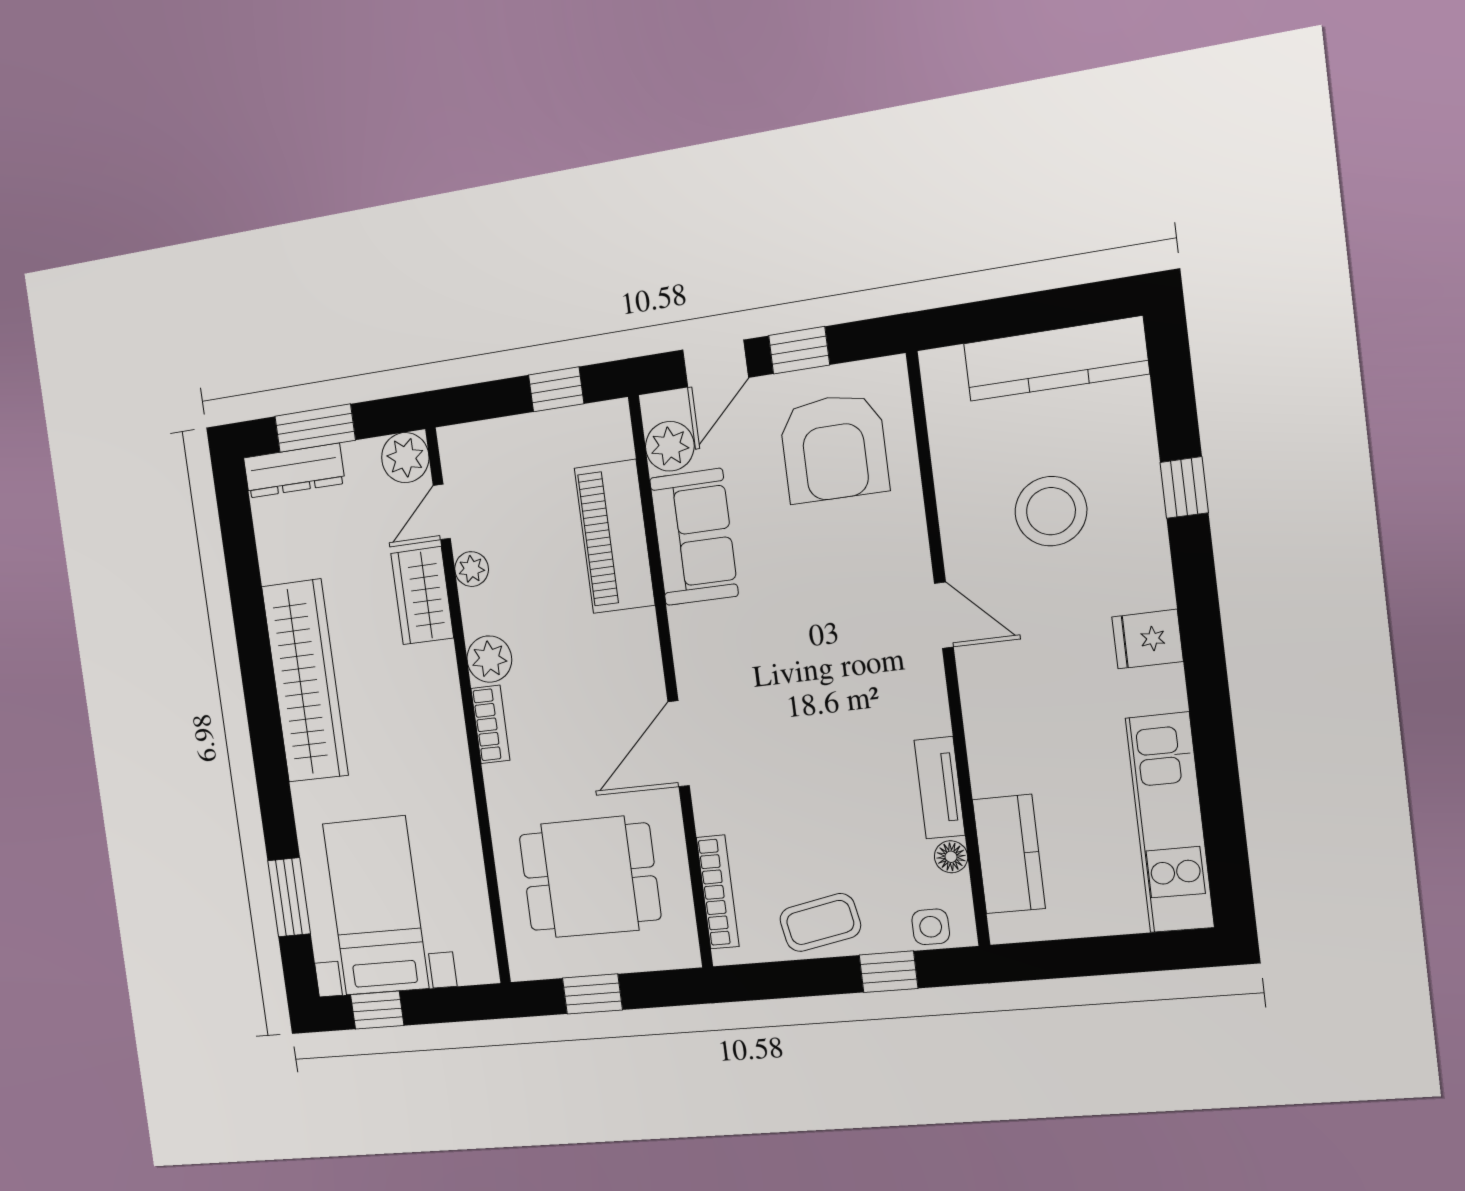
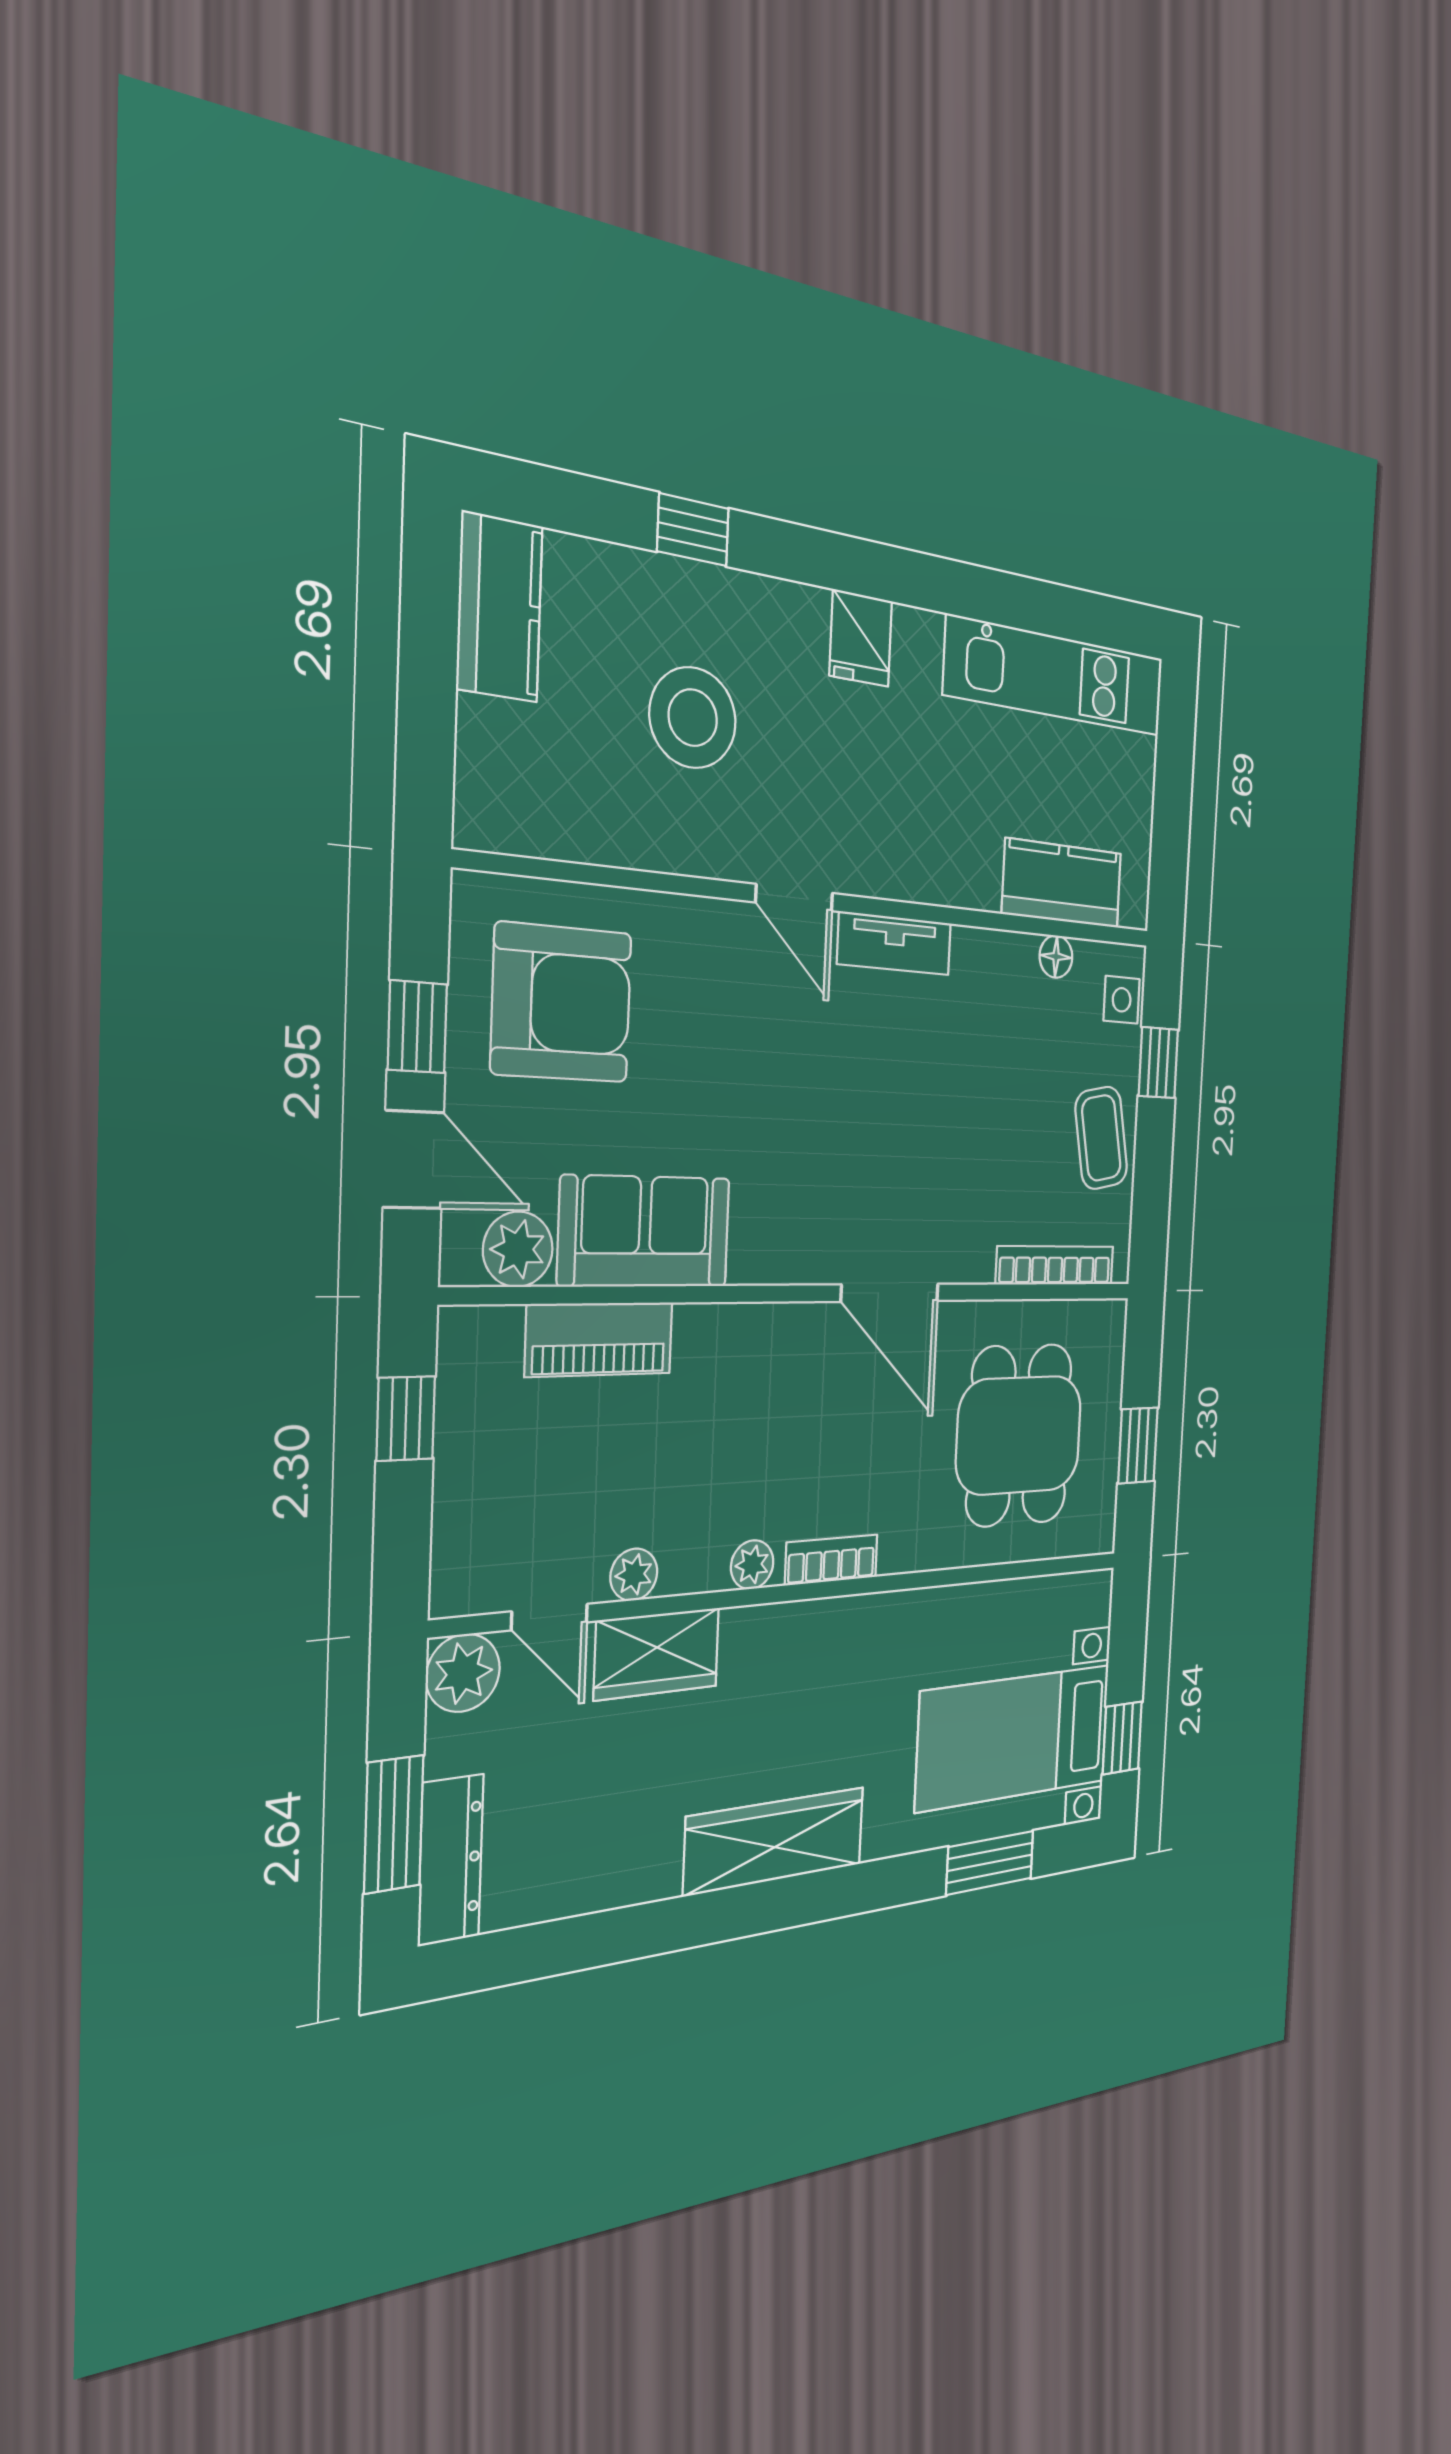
kitchen counter: (1056, 359) -> (499, 607), width x0.67
piano: (615, 537) -> (600, 1339), width x0.73, depth x0.75
door: (944, 615) -> (794, 898), swing flipped
plant: (489, 659) -> (752, 1565), width x0.73, depth x0.73
wardrobe: (305, 681) -> (775, 1841), width x0.71, depth x0.85
tv unit: (940, 788) -> (895, 943), moved

